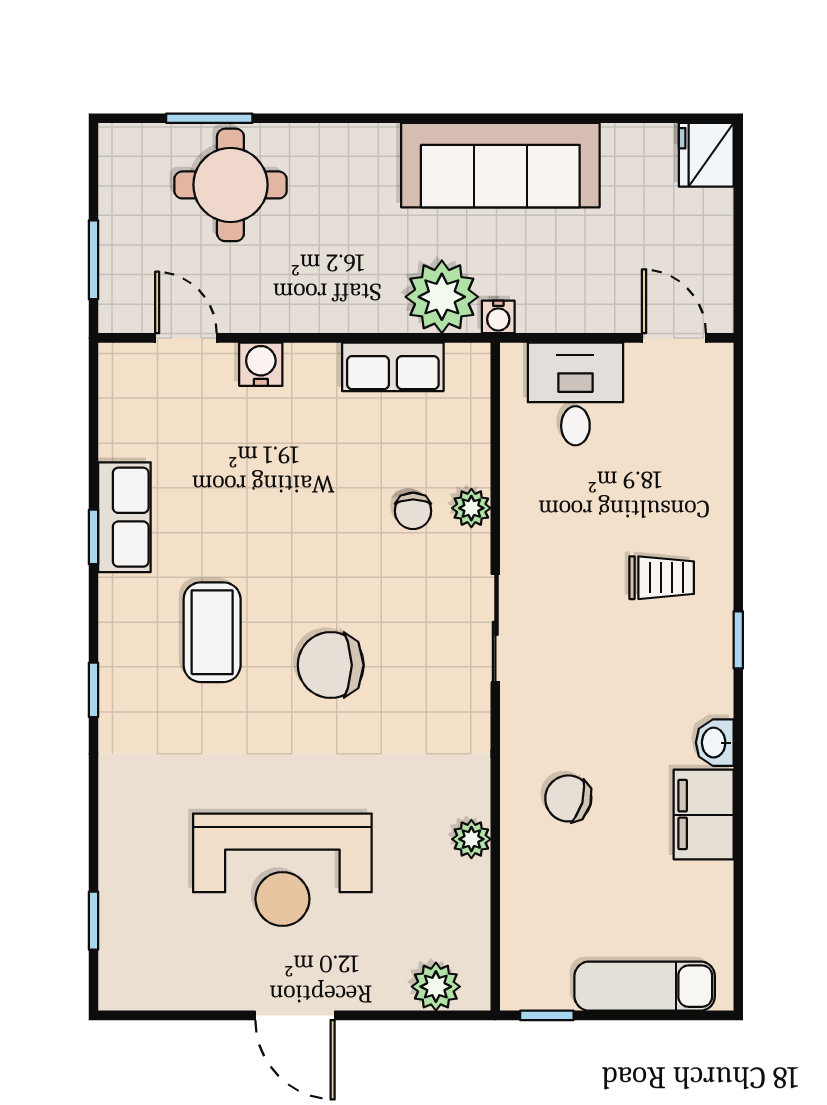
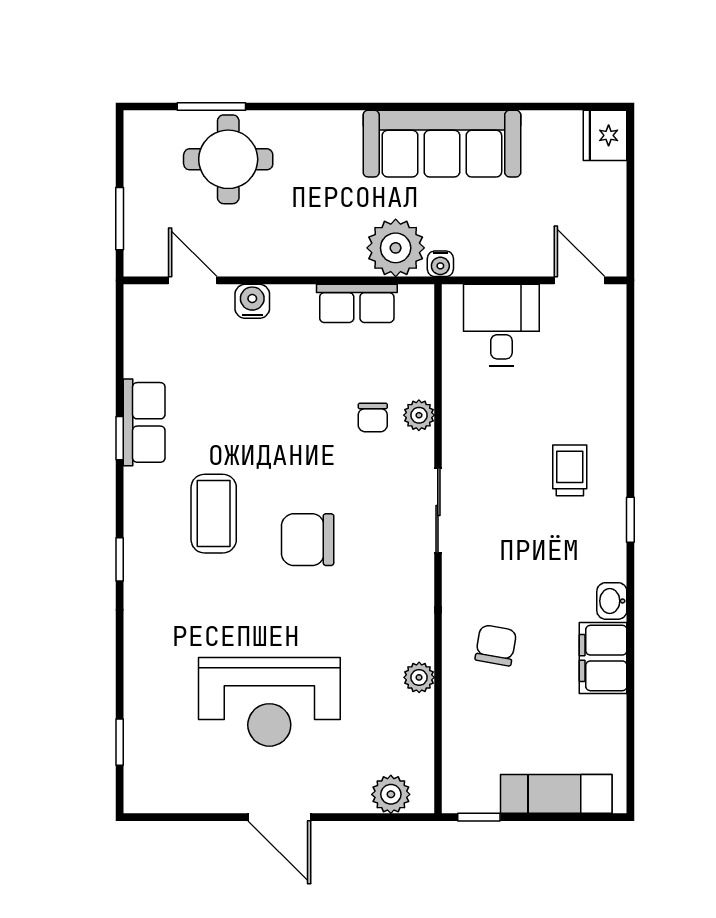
trolley: (662, 578) -> (570, 470), turned -90
chair: (568, 798) -> (496, 645), turned 84

